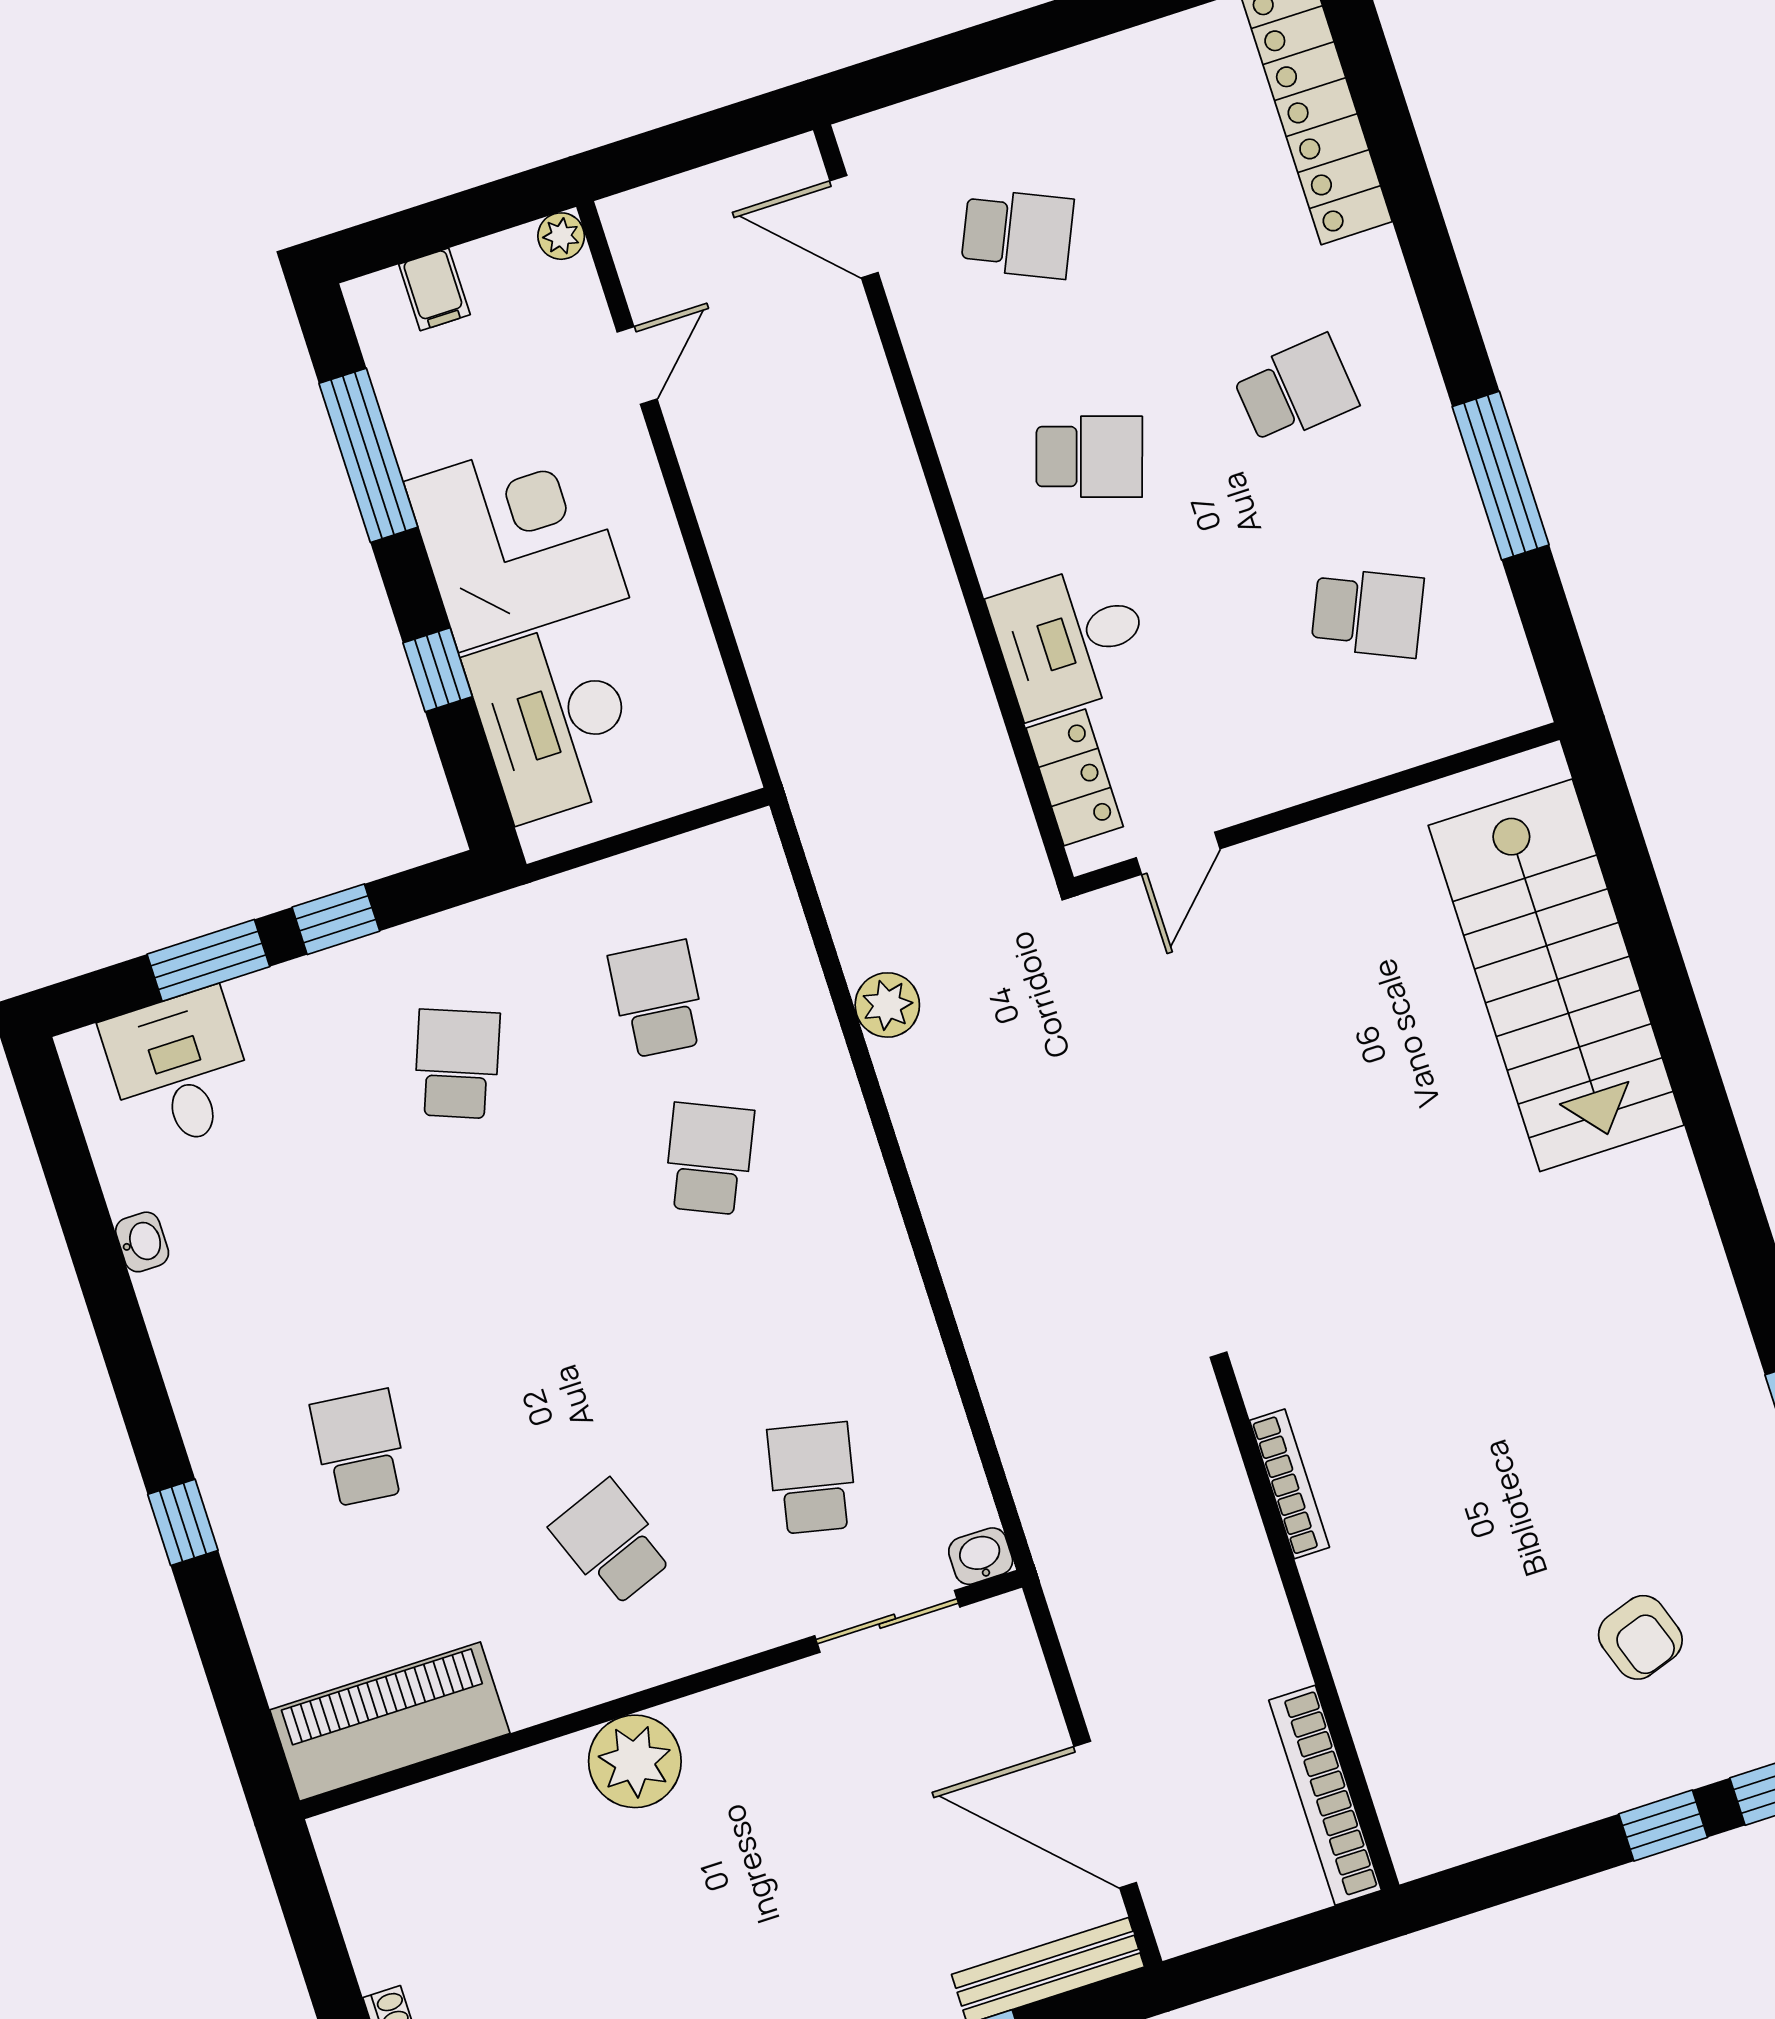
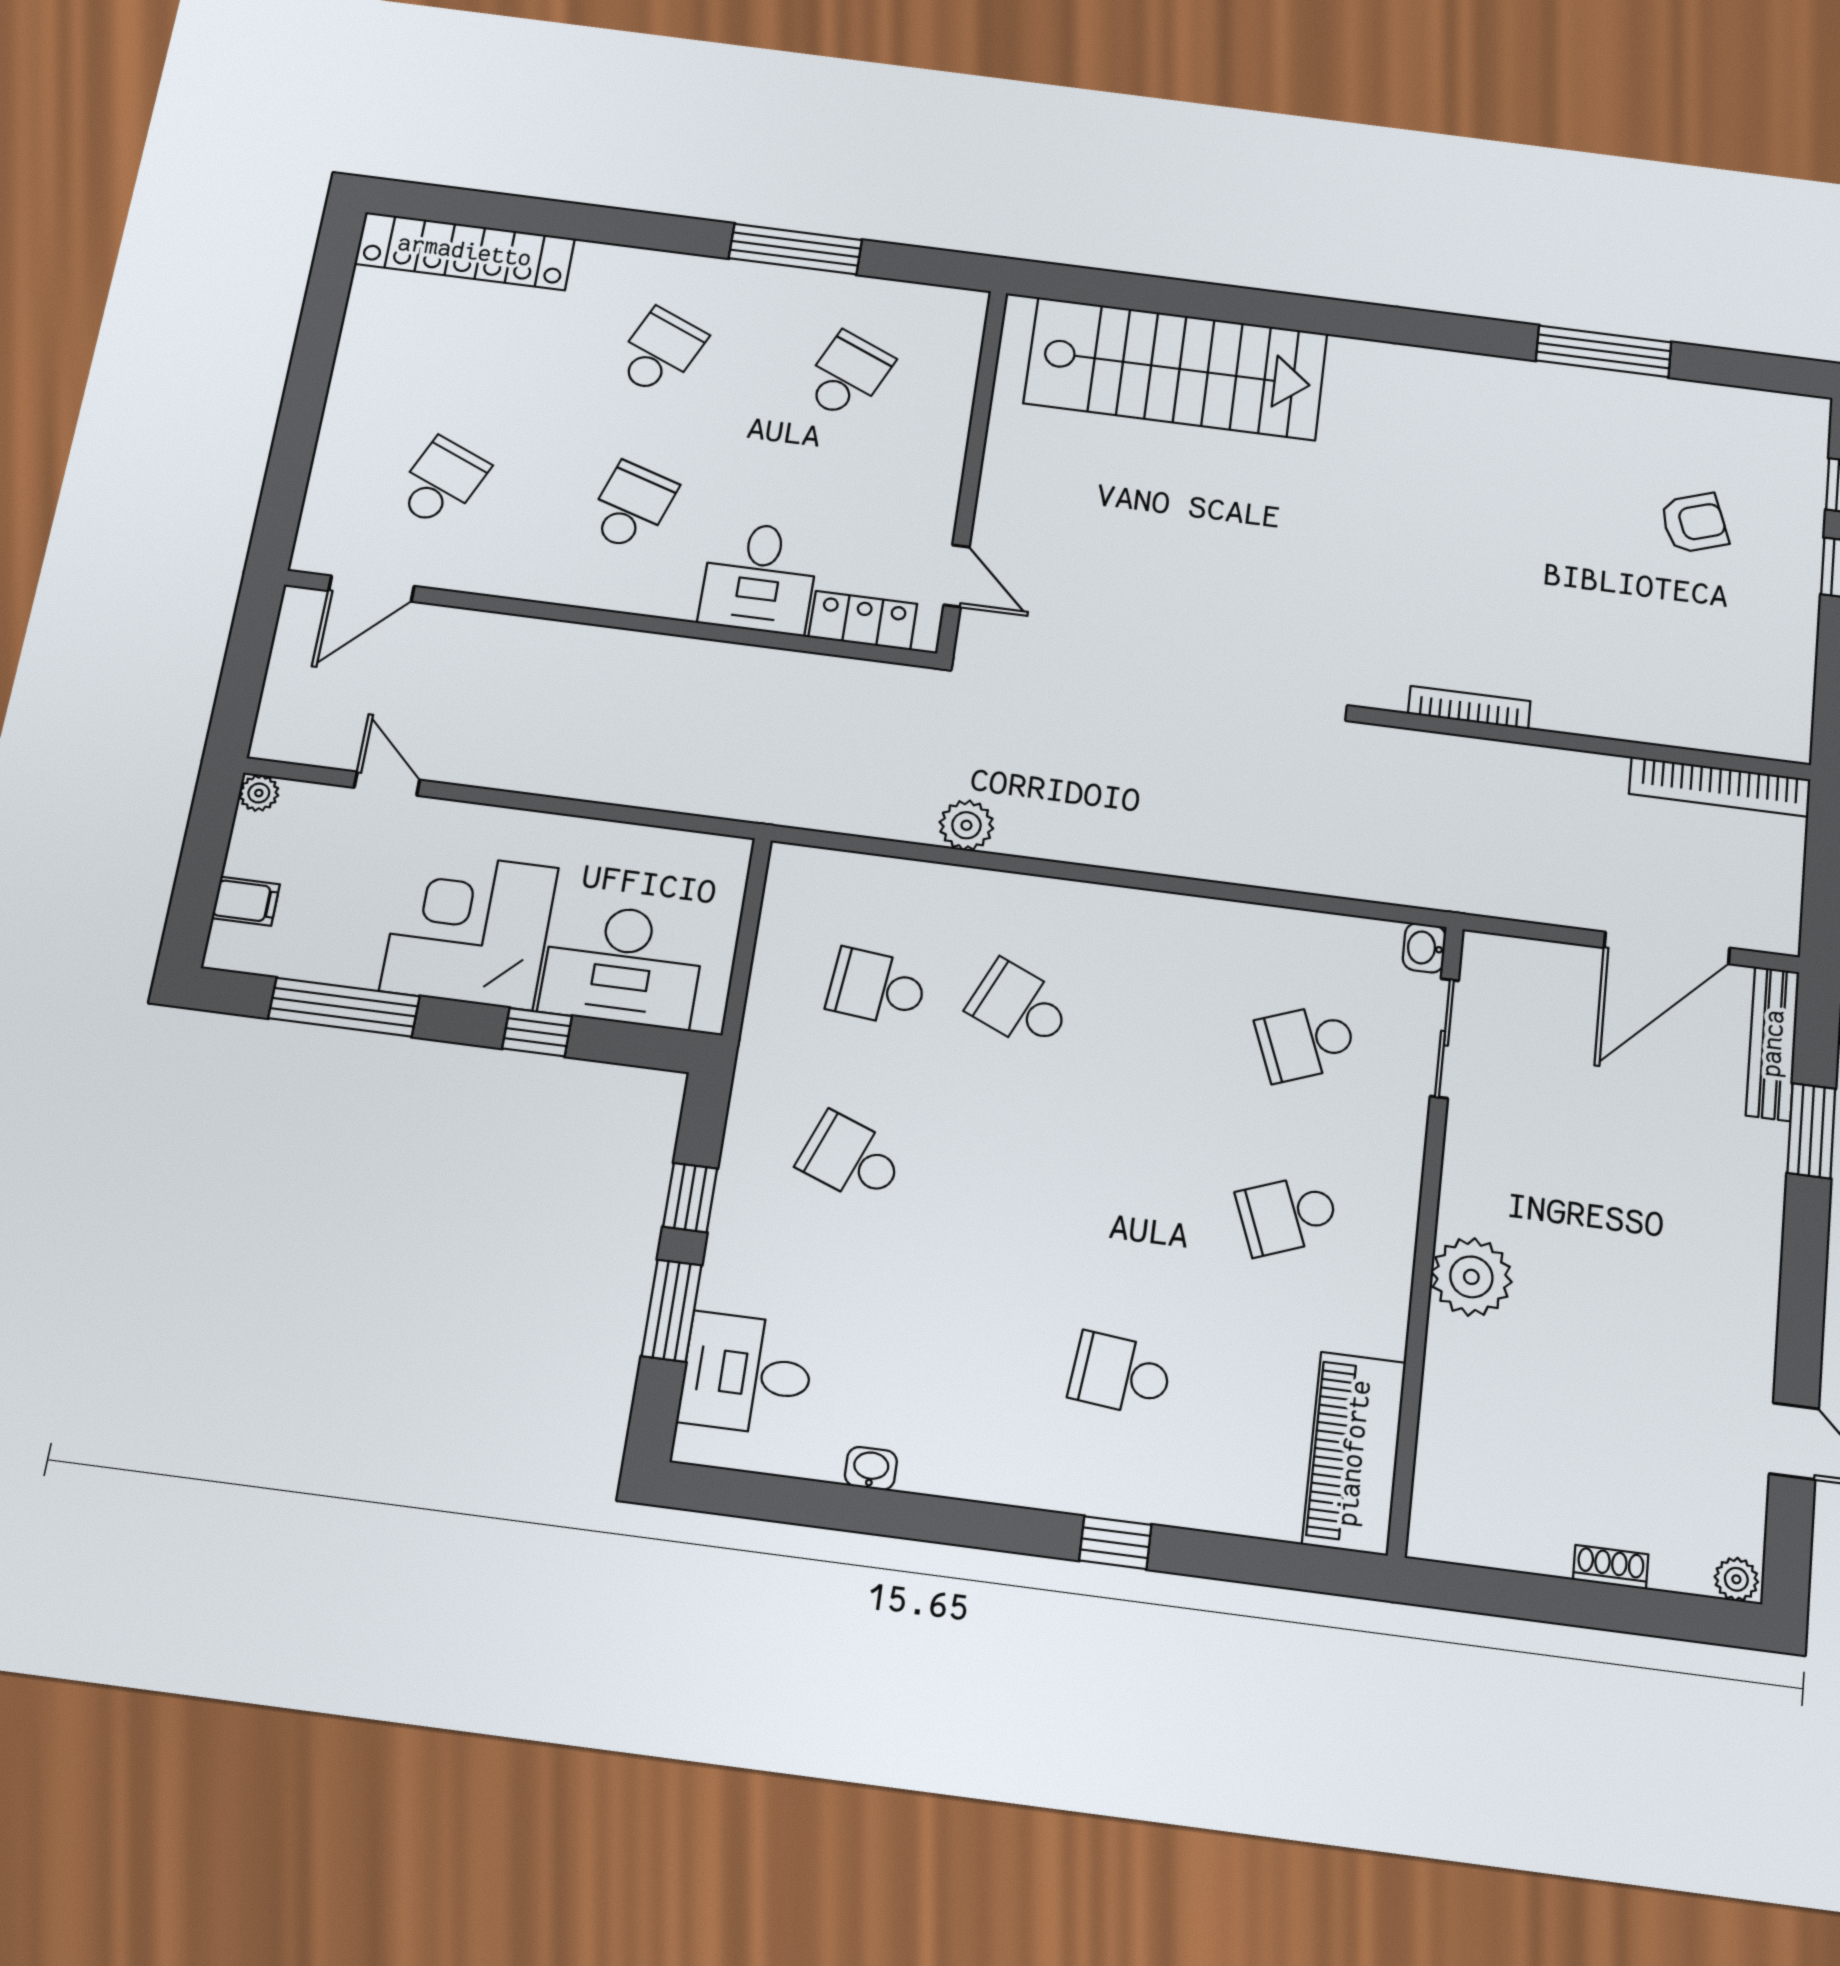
school desk: (1296, 390) -> (660, 352), turned 30
school desk: (812, 1478) -> (1306, 1043), turned -33

